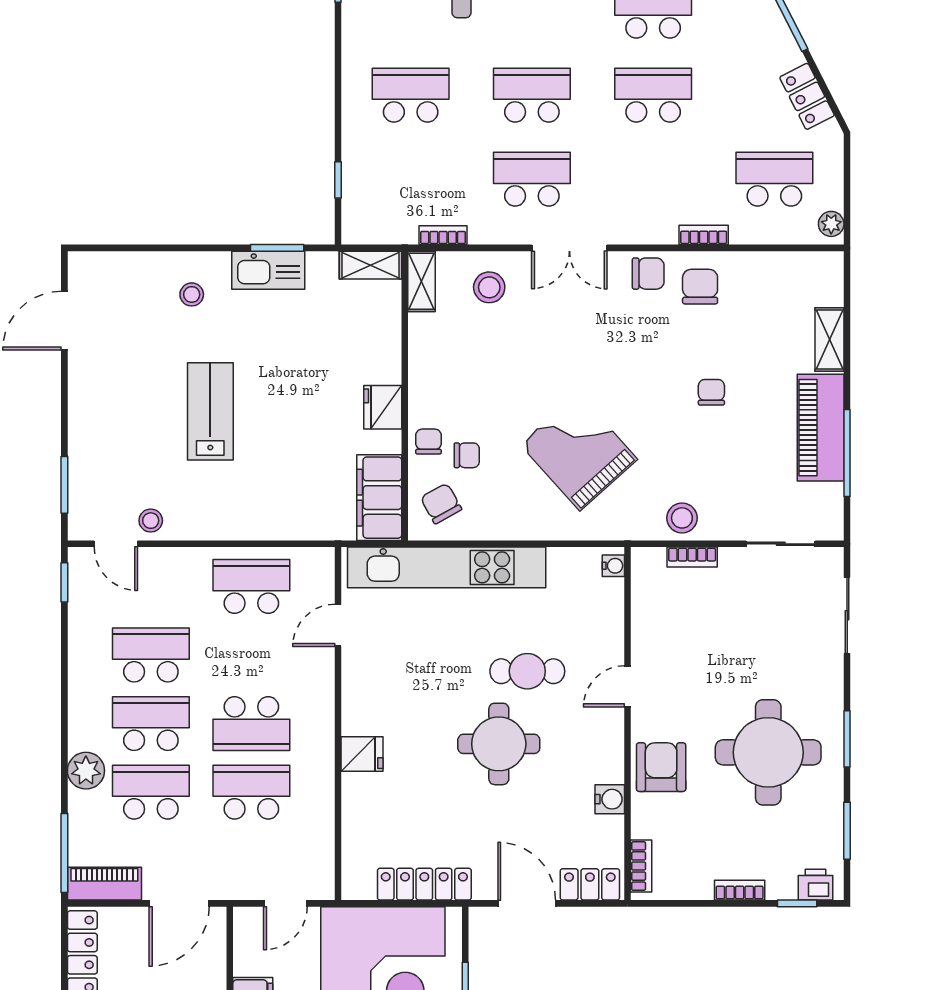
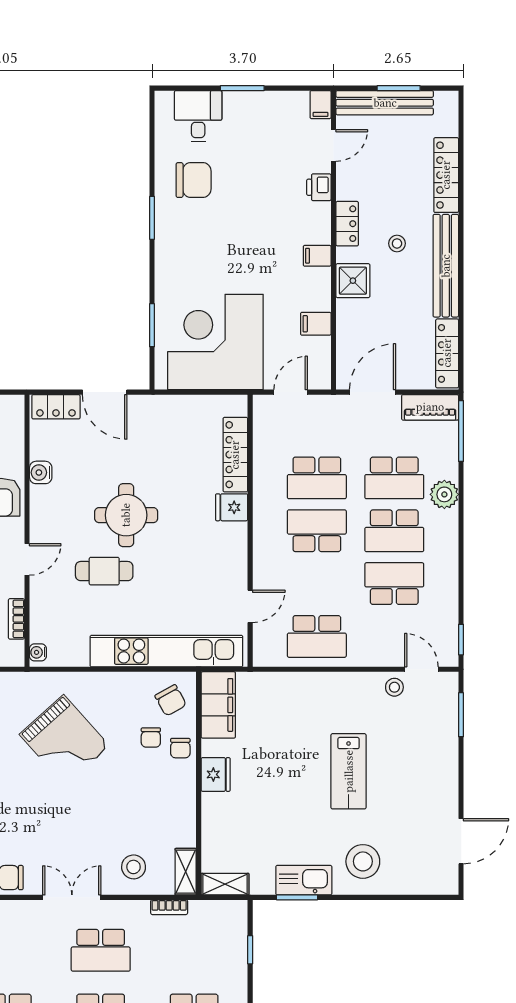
stool: (192, 294) -> (363, 861), width x1.89, depth x1.89
chair: (467, 455) -> (151, 737), turned -90
school desk: (151, 655) -> (394, 584), turned 180
bookcase: (641, 866) -> (16, 619), moved
locker: (424, 884) -> (235, 455), moved, turned 90

